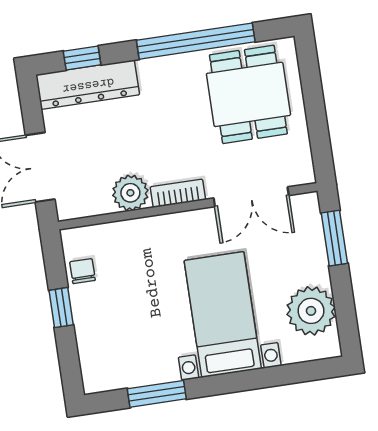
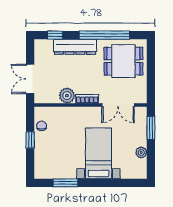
dresser: (88, 85) -> (75, 47), moved
dining table: (248, 94) -> (123, 61), turned 90
plant: (311, 311) -> (141, 152), width x0.53, depth x0.53

